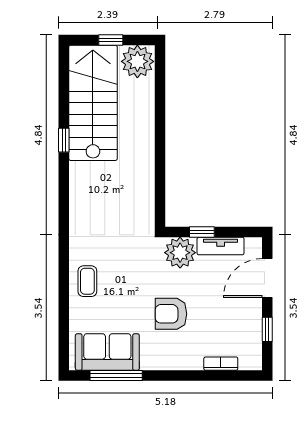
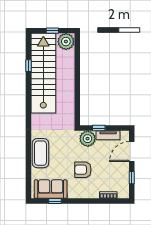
stairs: (93, 103) -> (43, 73), width x1.36
window: (64, 140) -> (28, 66), moved
coffee table: (87, 281) -> (40, 153), width x1.86, depth x1.72
window: (116, 376) -> (55, 201), width x0.46

